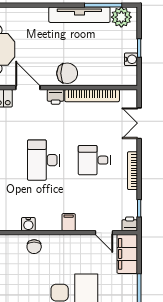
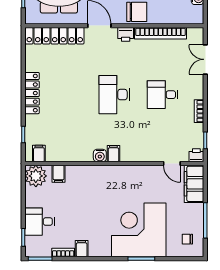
bookcase: (133, 171) -> (199, 111), width x0.64
filing cabinet: (69, 222) -> (113, 154), moved
chair: (34, 247) -> (105, 177), removed

